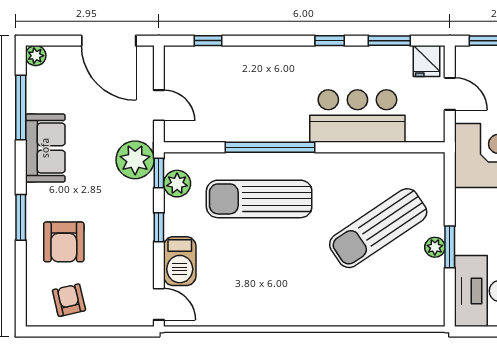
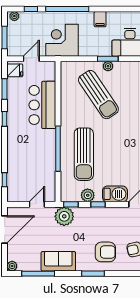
plant: (177, 184) -> (88, 195), moved

